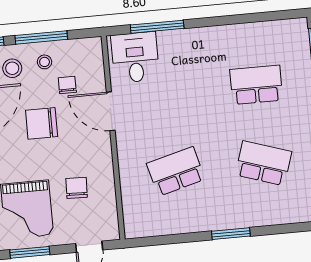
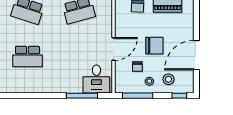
window: (41, 37) -> (138, 96), moved
door: (111, 111) -> (114, 49), hinge flipped

